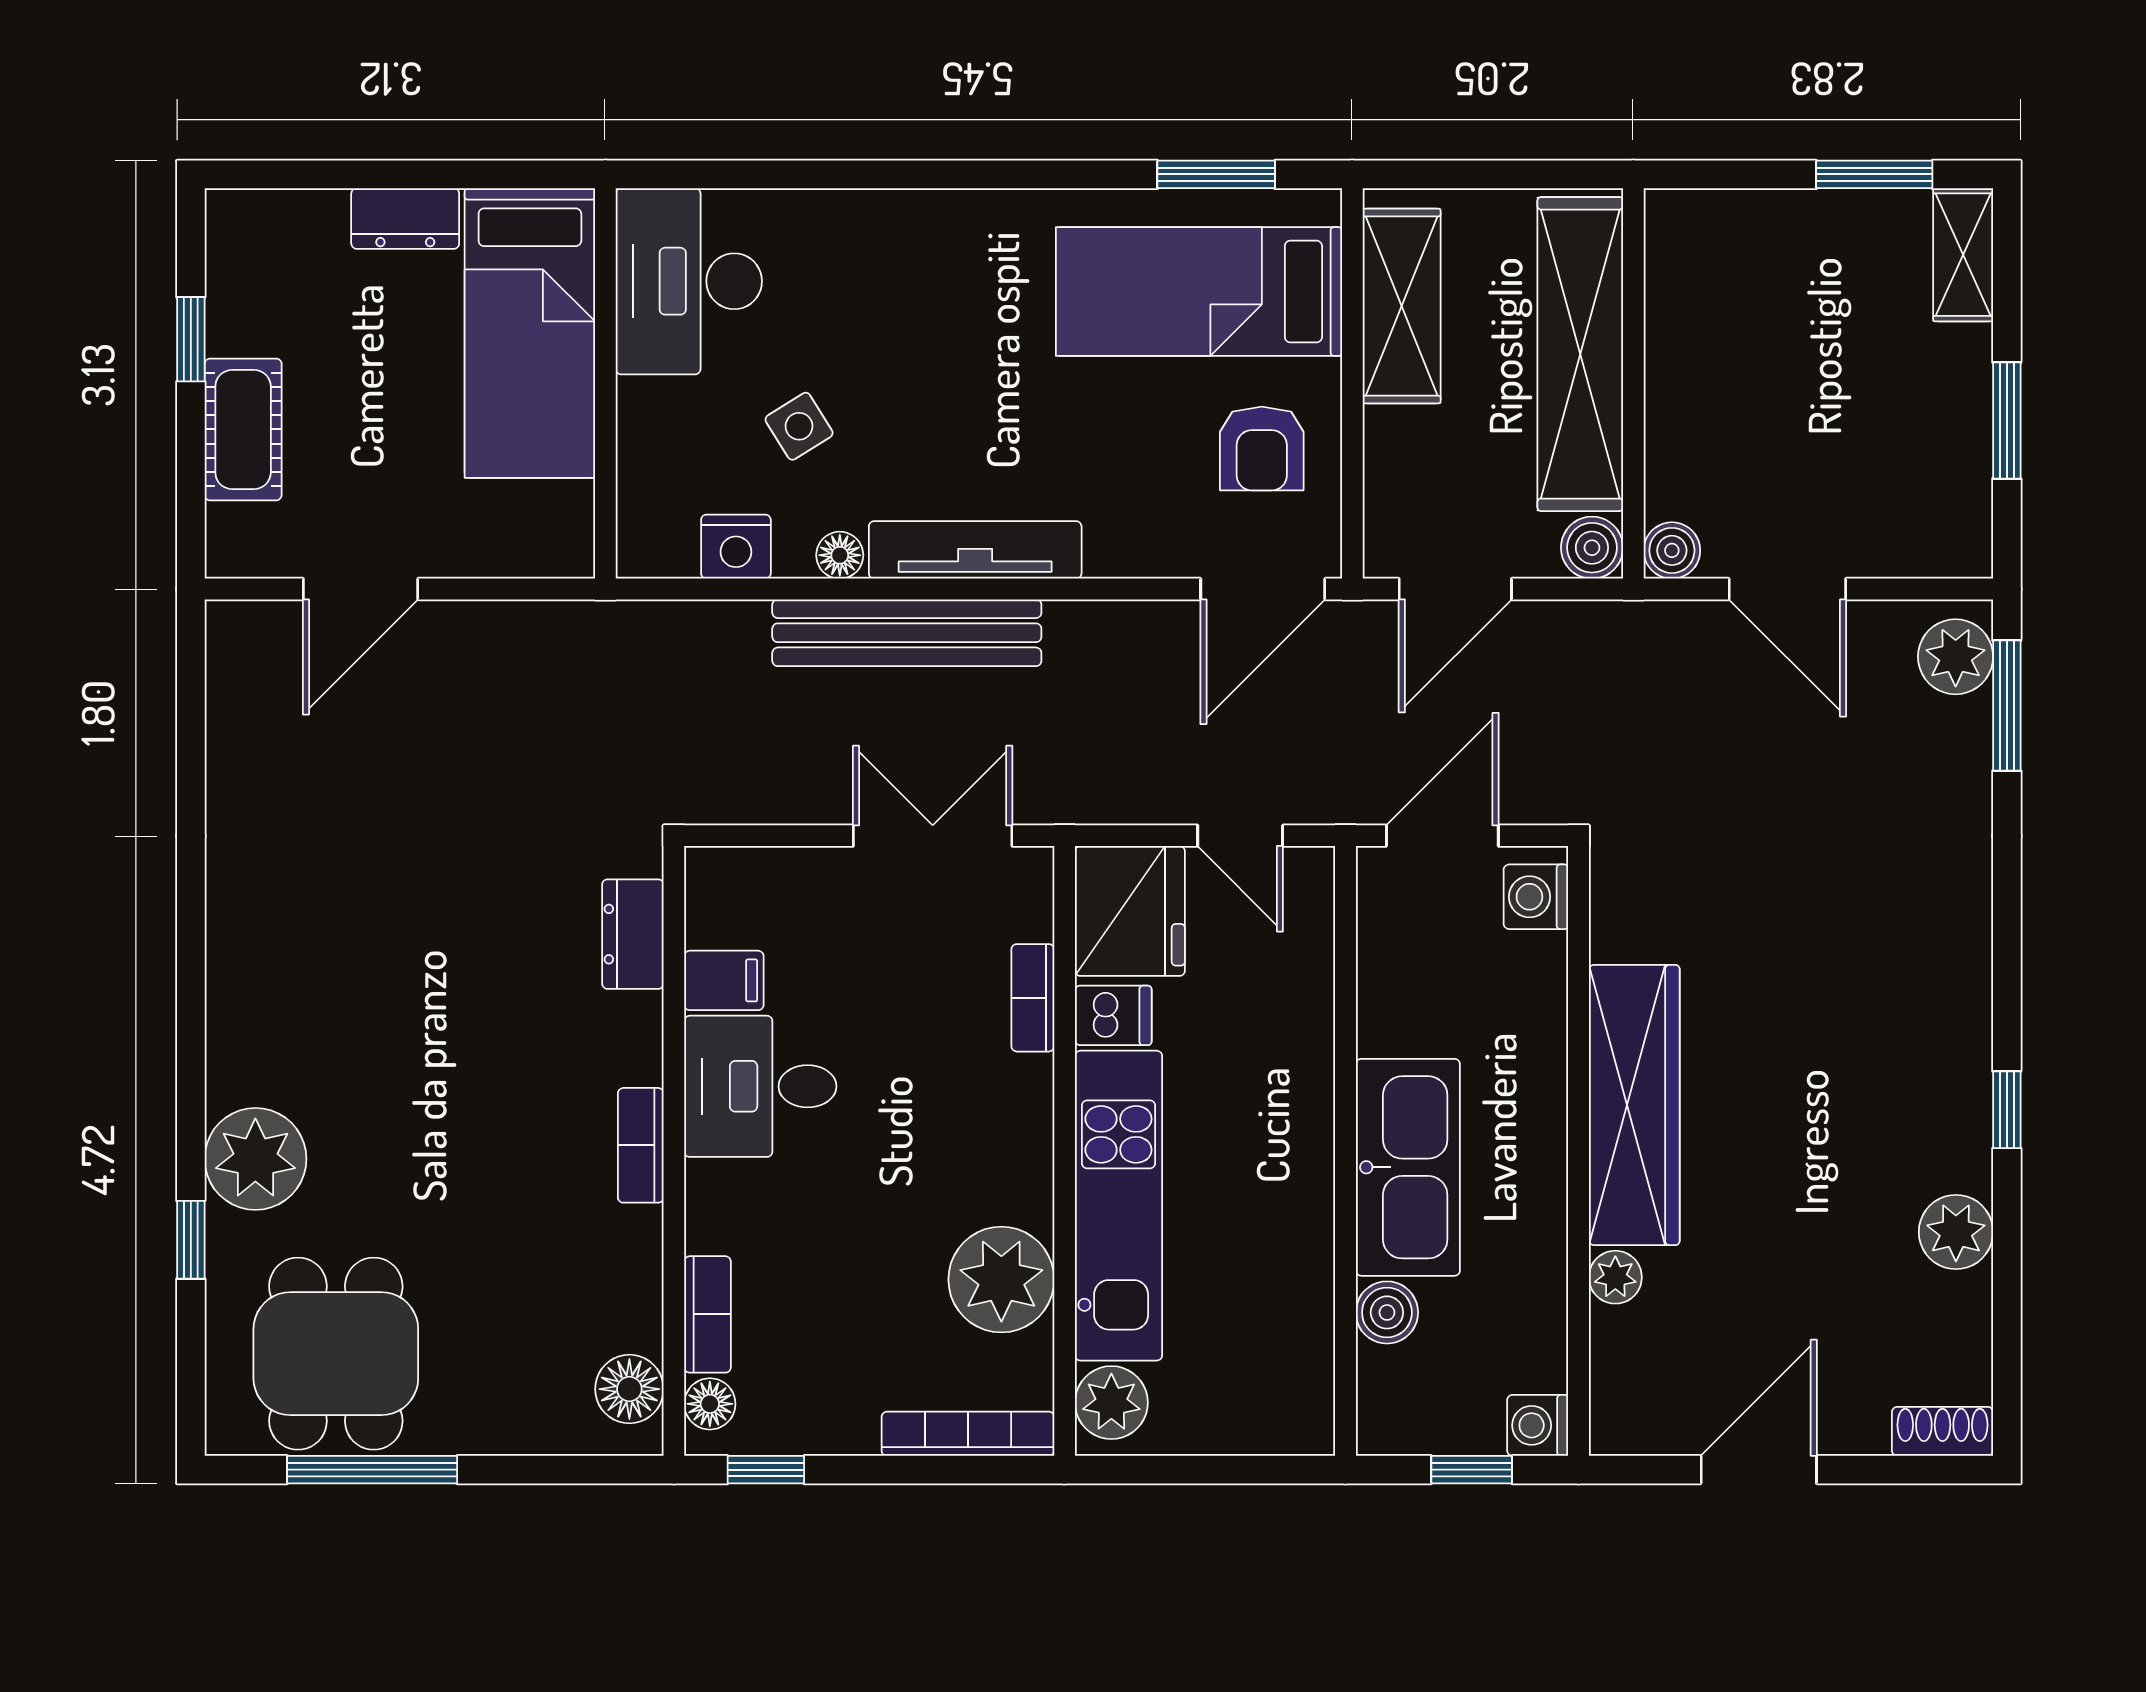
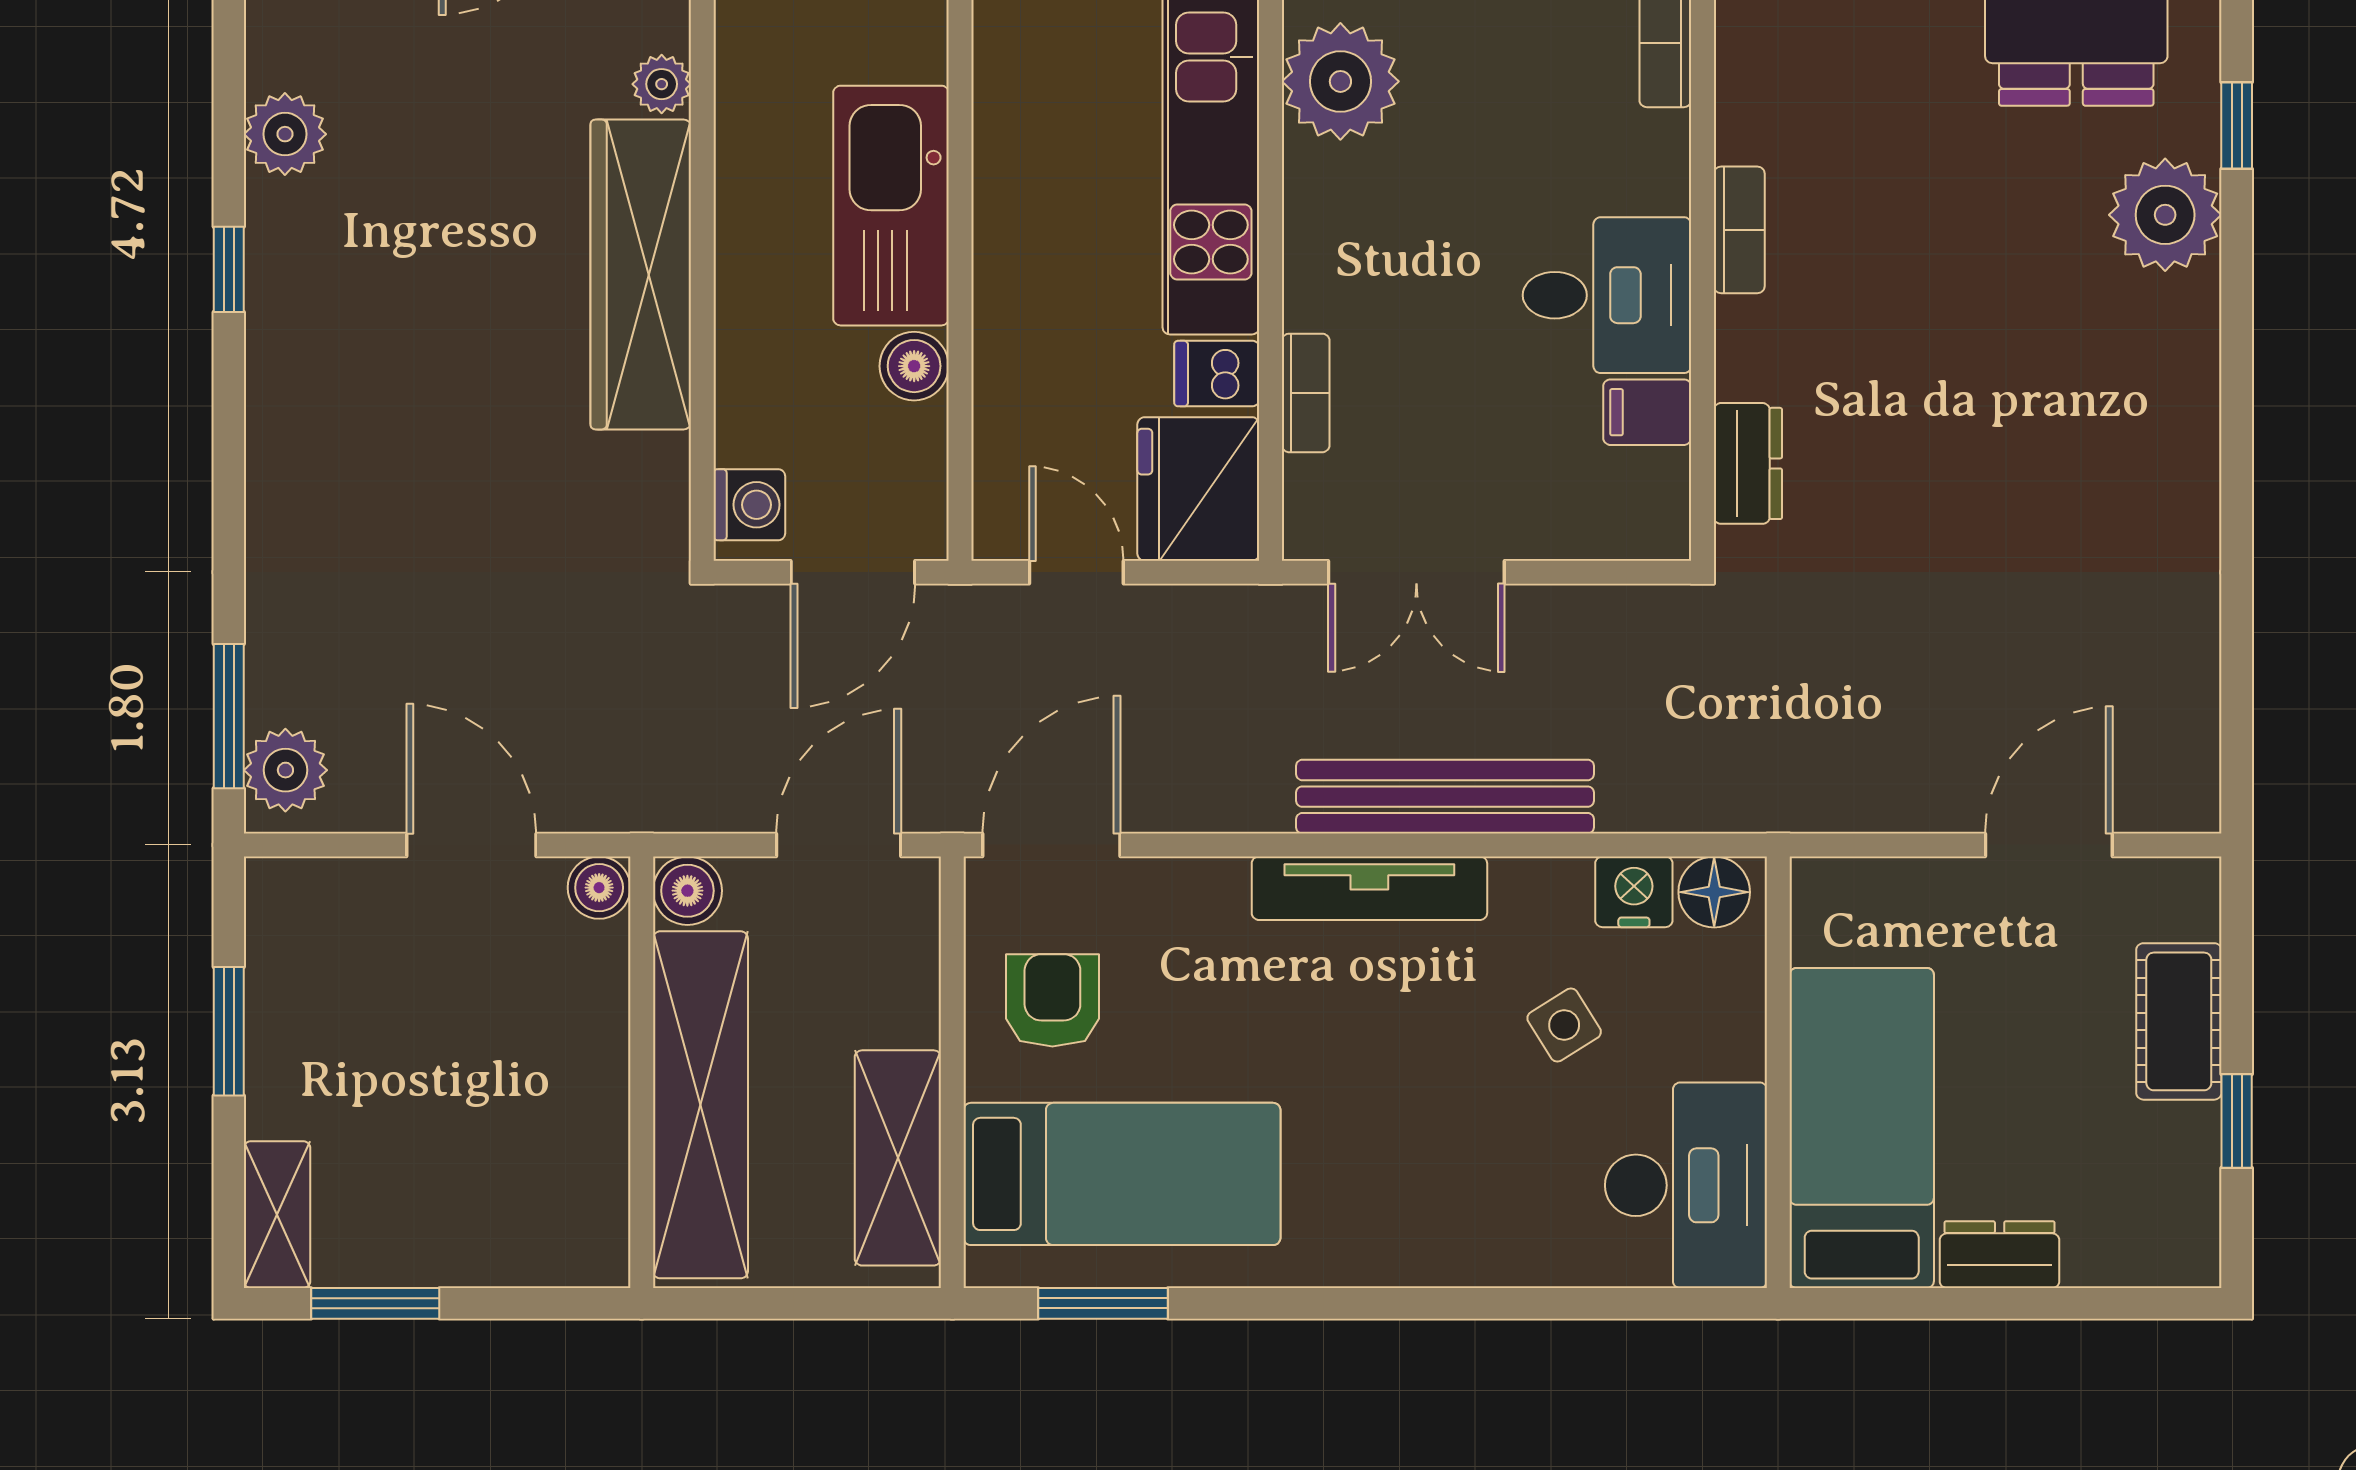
floor lamp: (840, 555) -> (1714, 892), moved, width x1.37, depth x1.37
boiler: (1387, 1312) -> (914, 366), moved

